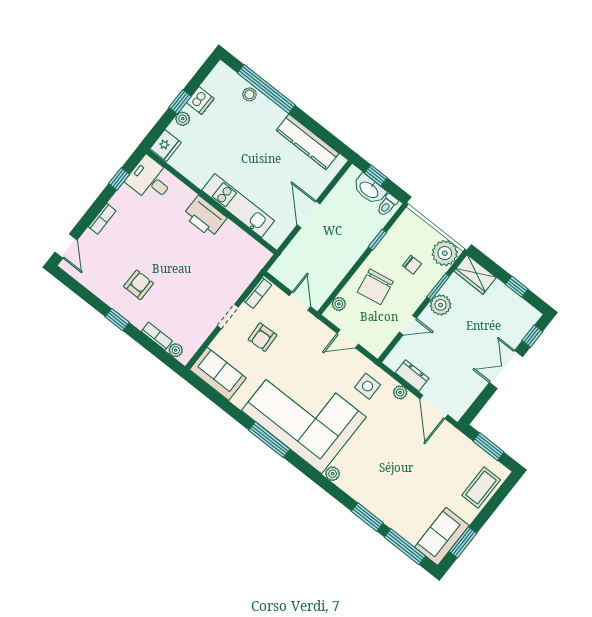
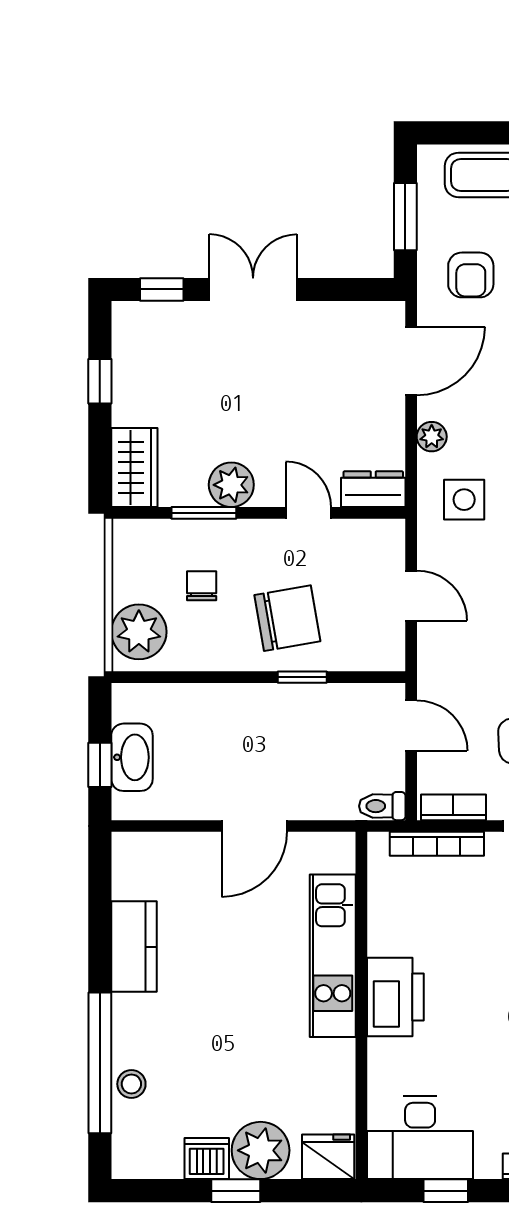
plant: (183, 119) -> (261, 1150), width x1.88, depth x1.88
kitchen counter: (308, 142) -> (134, 947), width x0.67
desk: (150, 180) -> (420, 1138), width x1.37
toilet: (387, 205) -> (382, 806), moved, turned 180
window: (377, 240) -> (302, 677), moved
plant: (445, 253) -> (139, 632), moved
bookcase: (249, 276) -> (437, 844), added
door: (300, 301) -> (411, 726), swing flipped
plant: (339, 304) -> (364, 657), removed
double door: (506, 370) -> (253, 289), swing flipped
dresser: (412, 375) -> (373, 489), moved, turned 90
armchair: (448, 454) -> (471, 275), added

